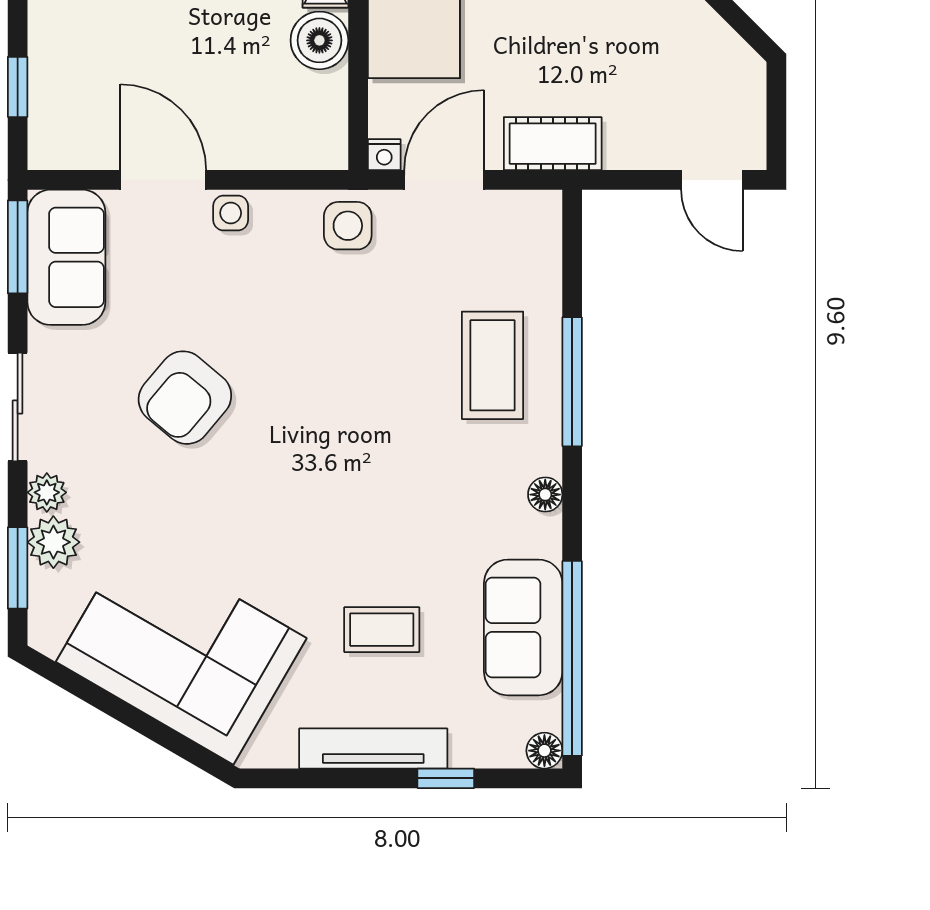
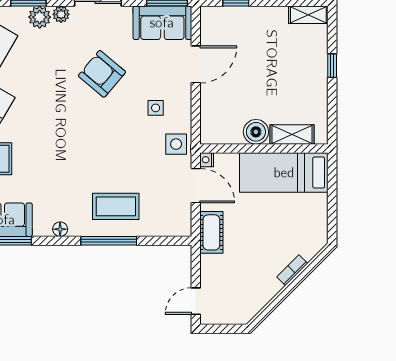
side table: (231, 213) -> (156, 108), moved

